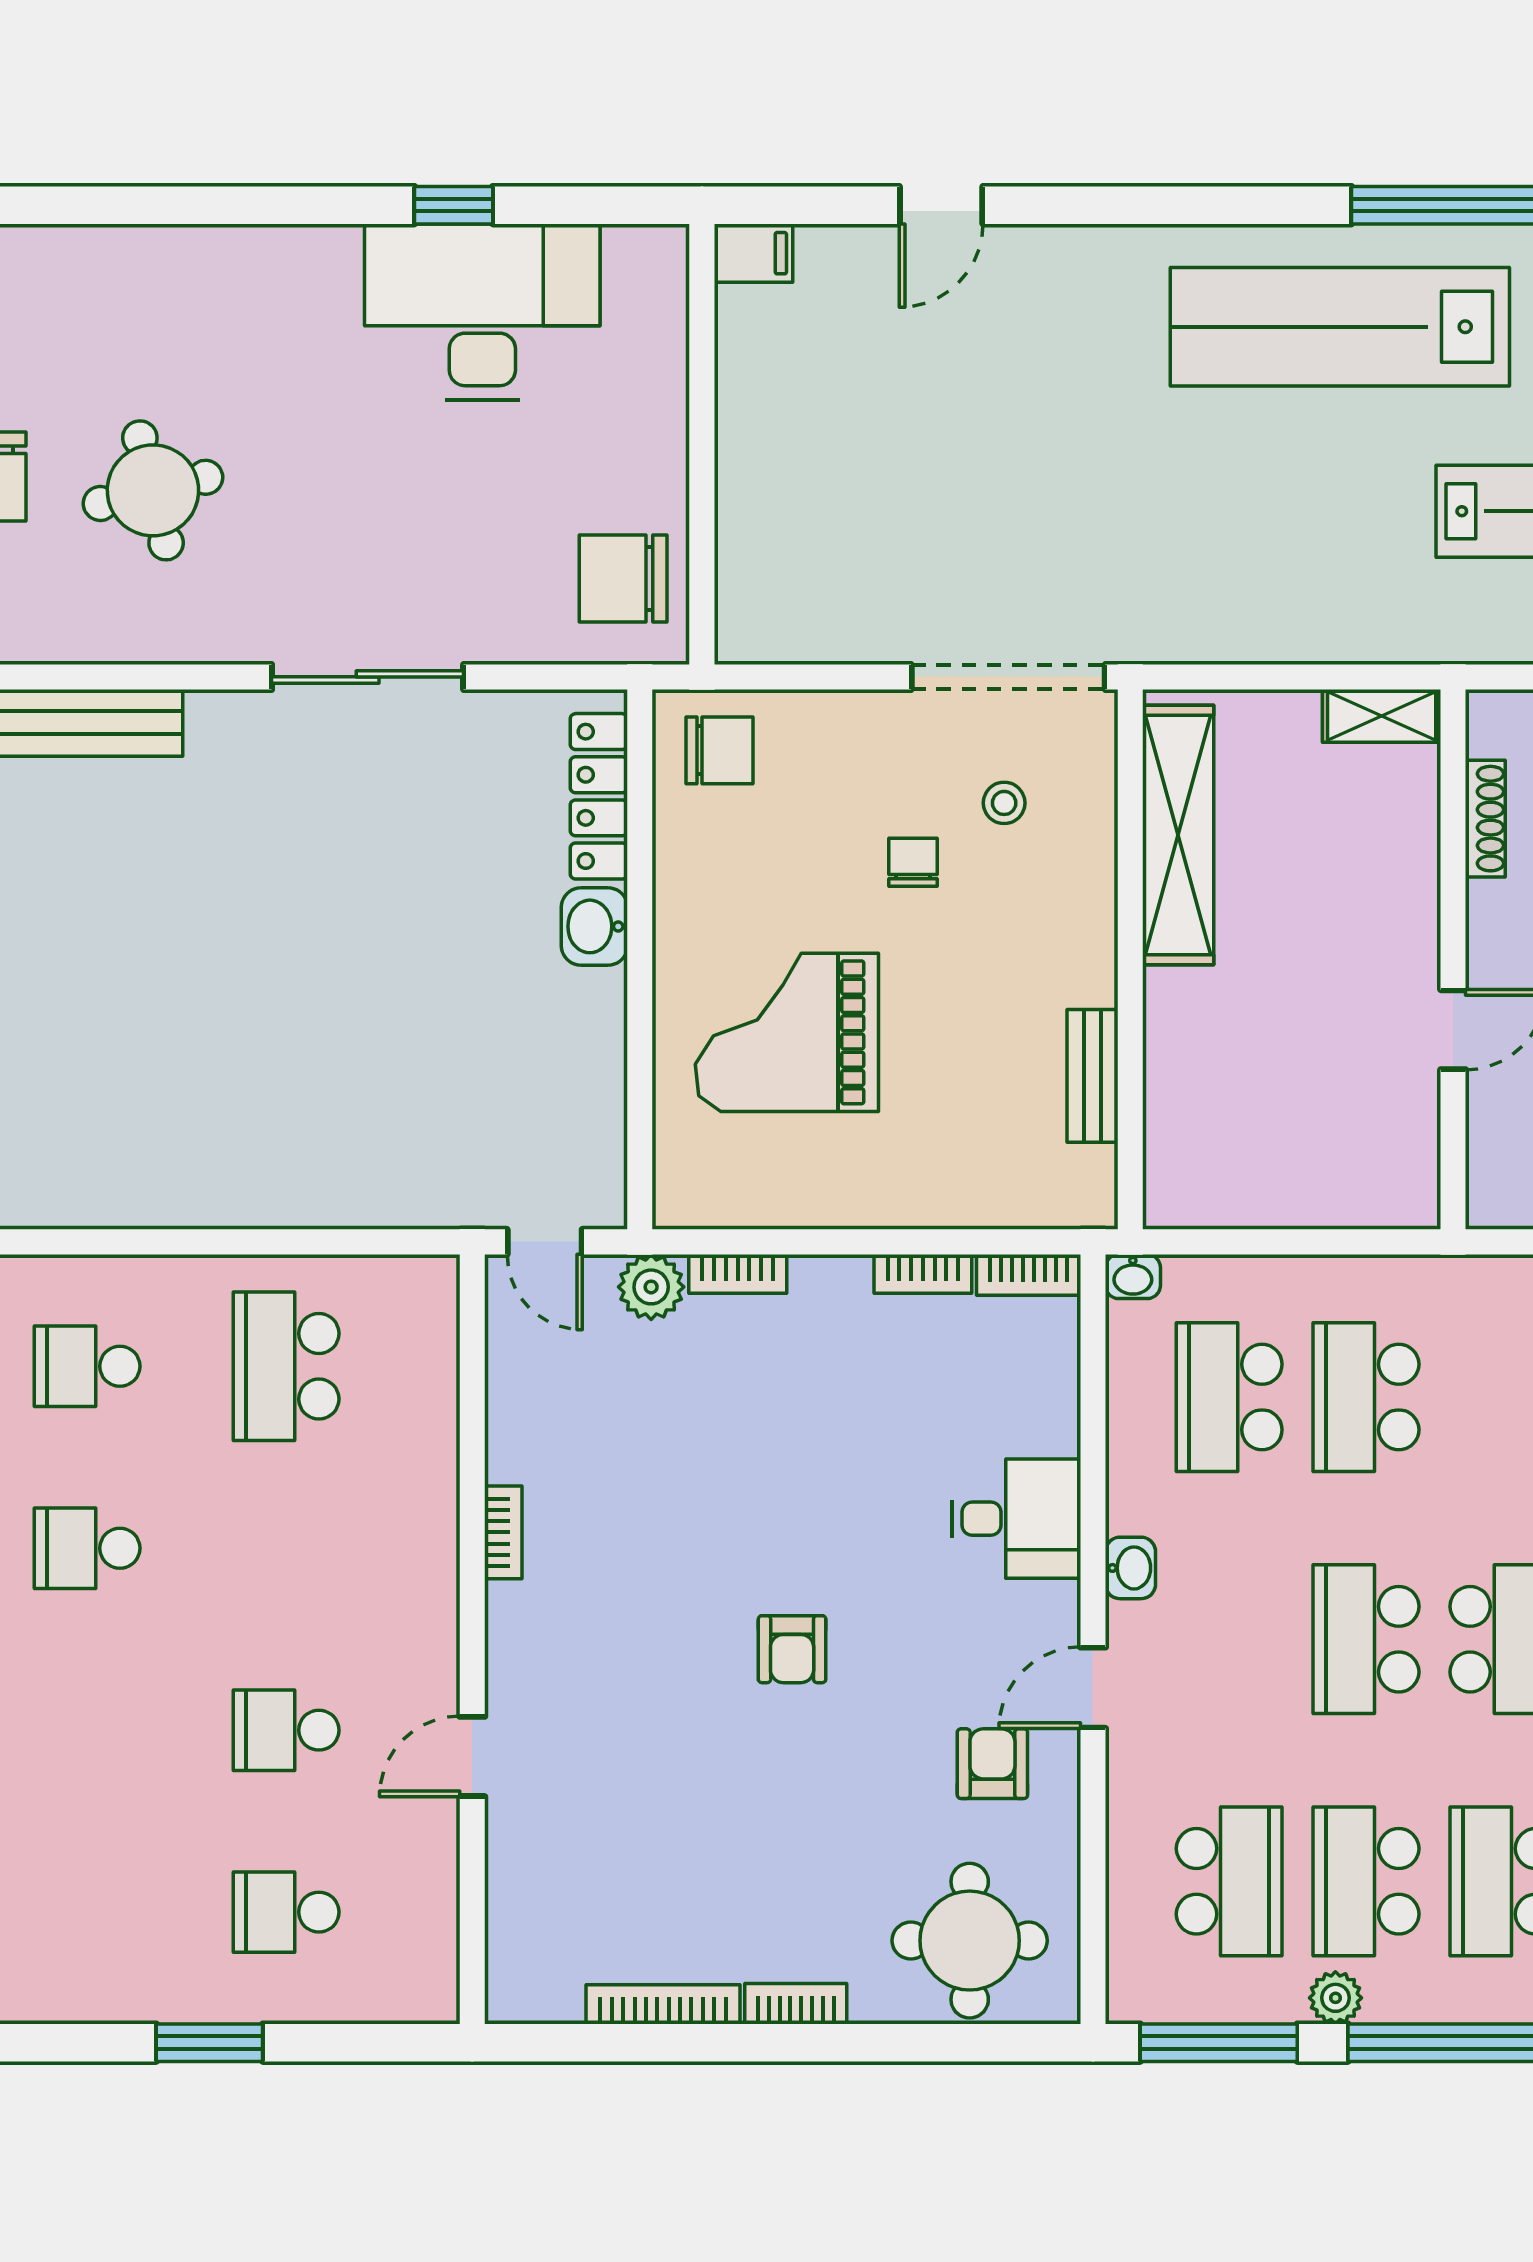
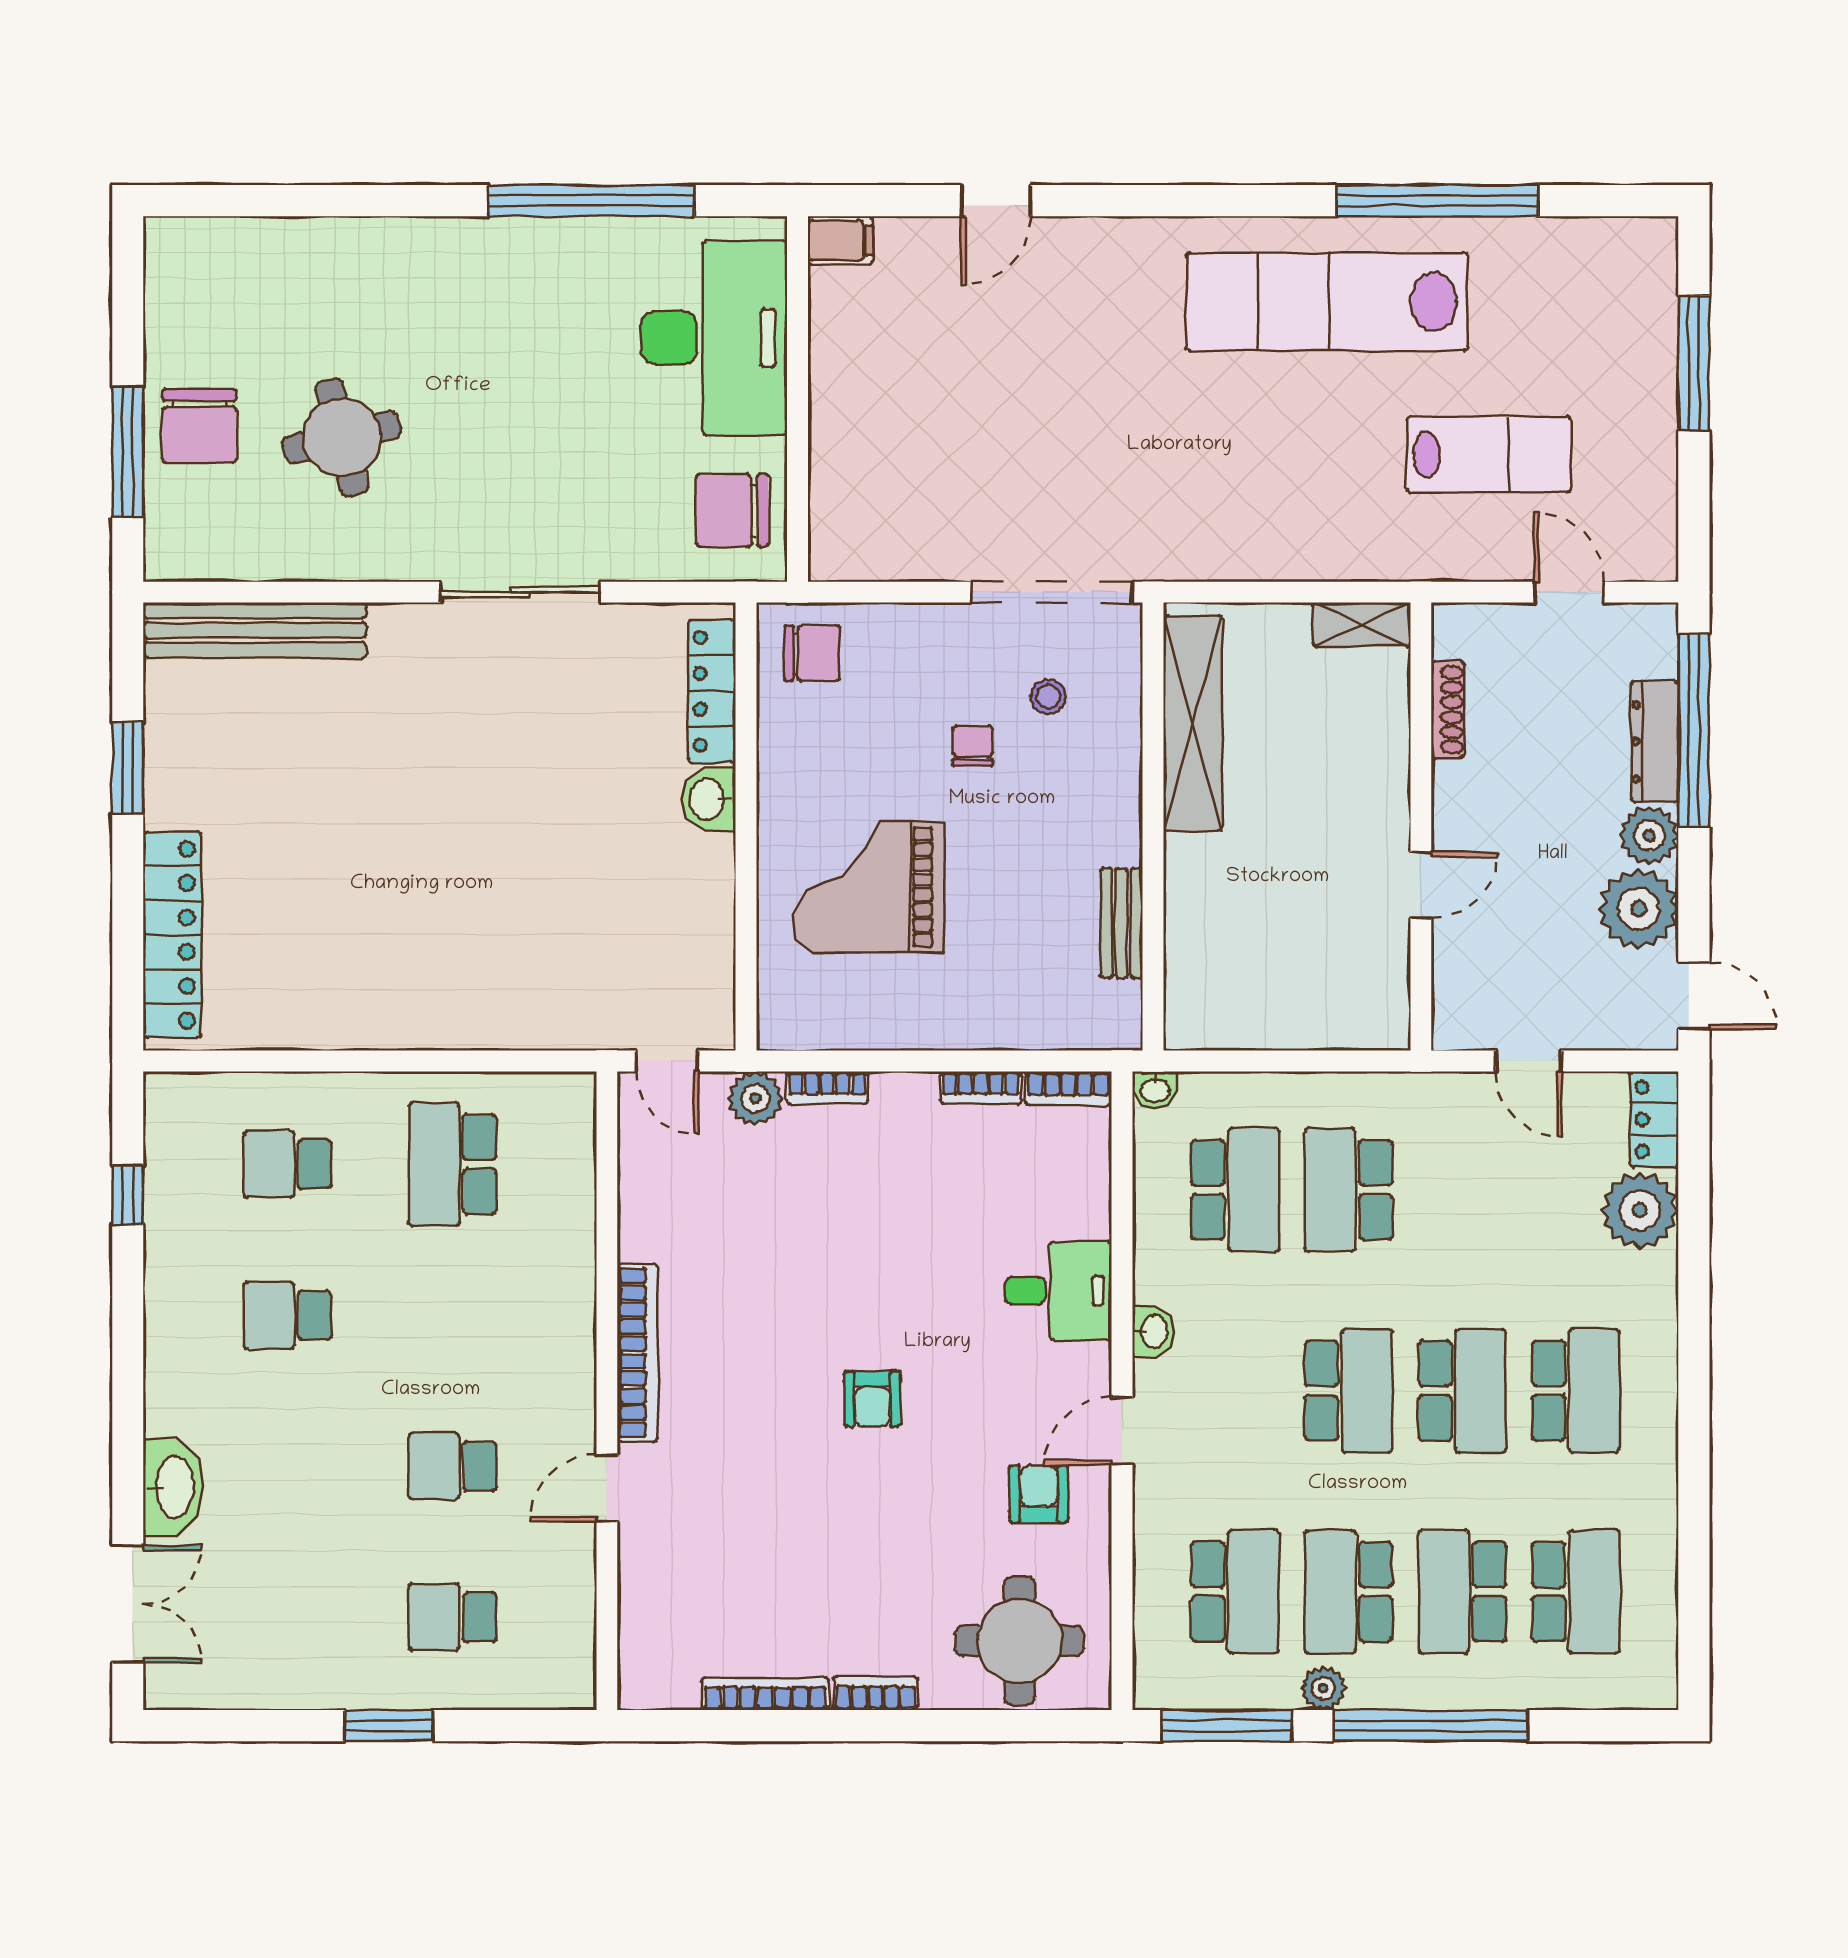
window: (454, 205) -> (591, 201), width x3.17
desk: (482, 312) -> (714, 338), moved, turned 90
school desk: (1229, 1397) -> (1235, 1190), turned 180
bookcase: (503, 1532) -> (637, 1353), width x2.31, depth x1.31
school desk: (1366, 1639) -> (1349, 1391), turned 180

